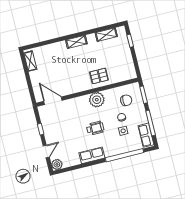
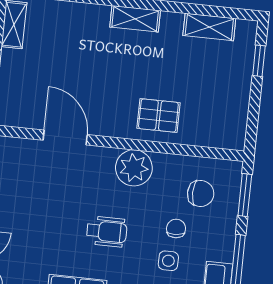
door: (53, 101) -> (65, 137), moved

